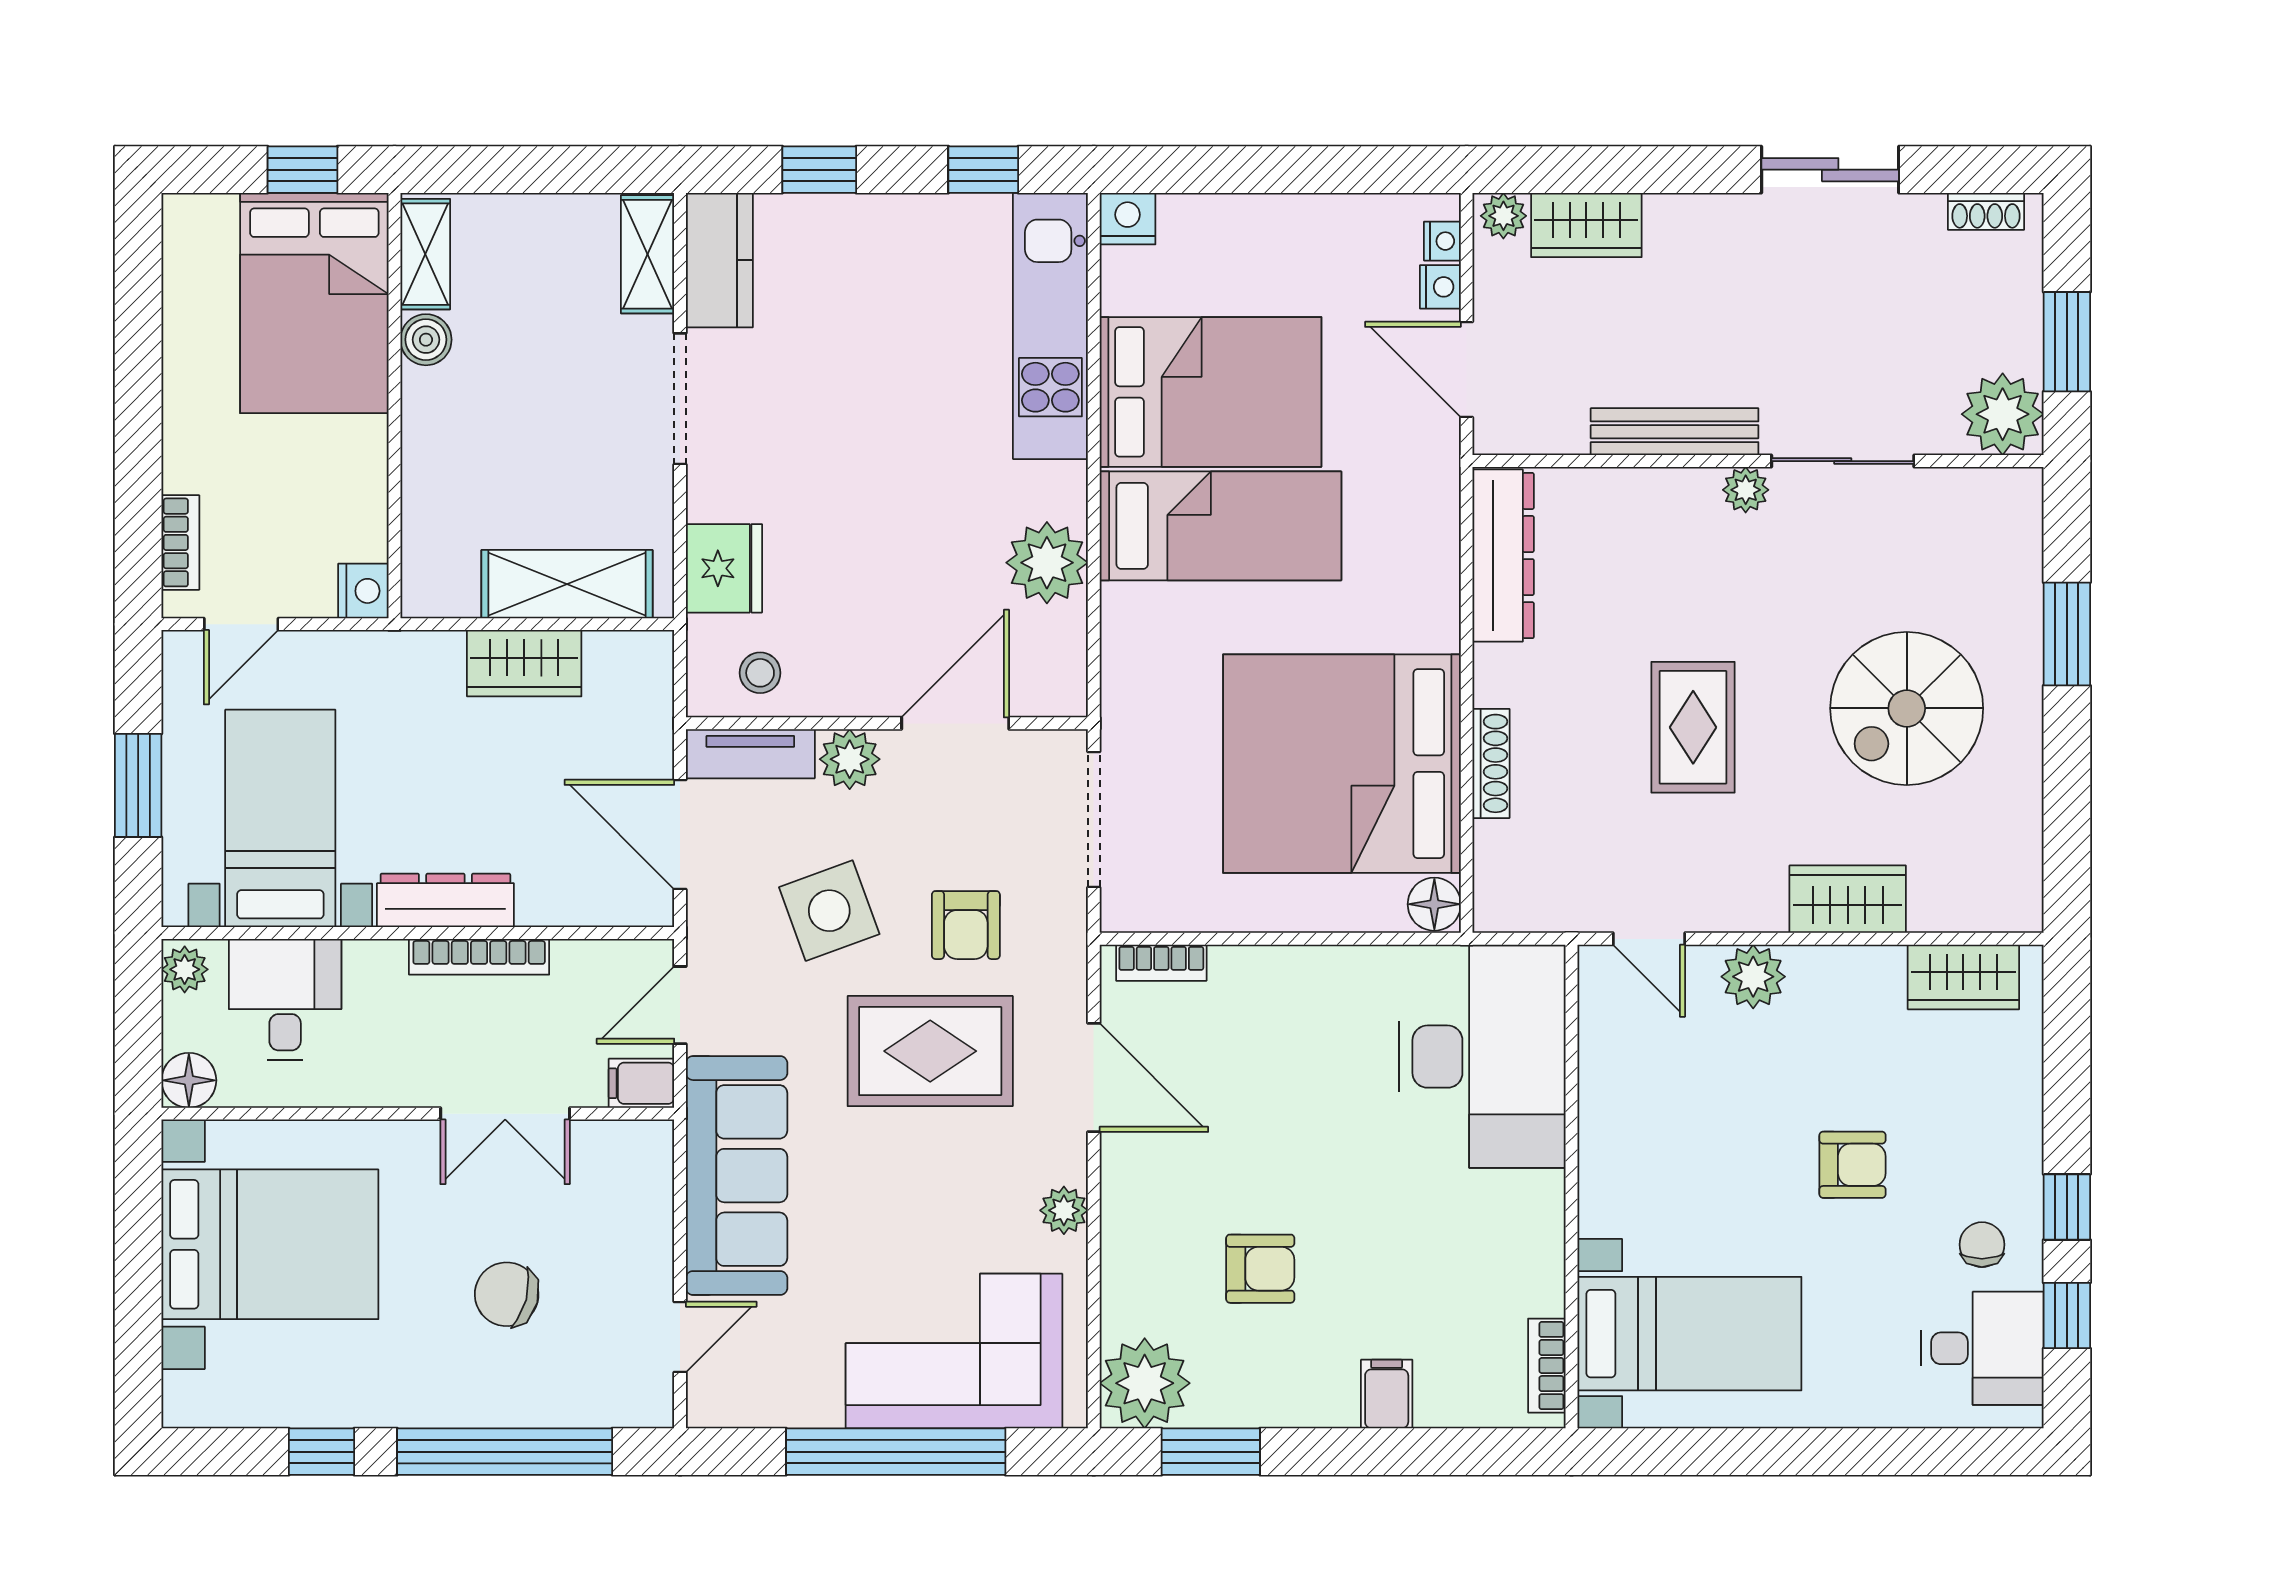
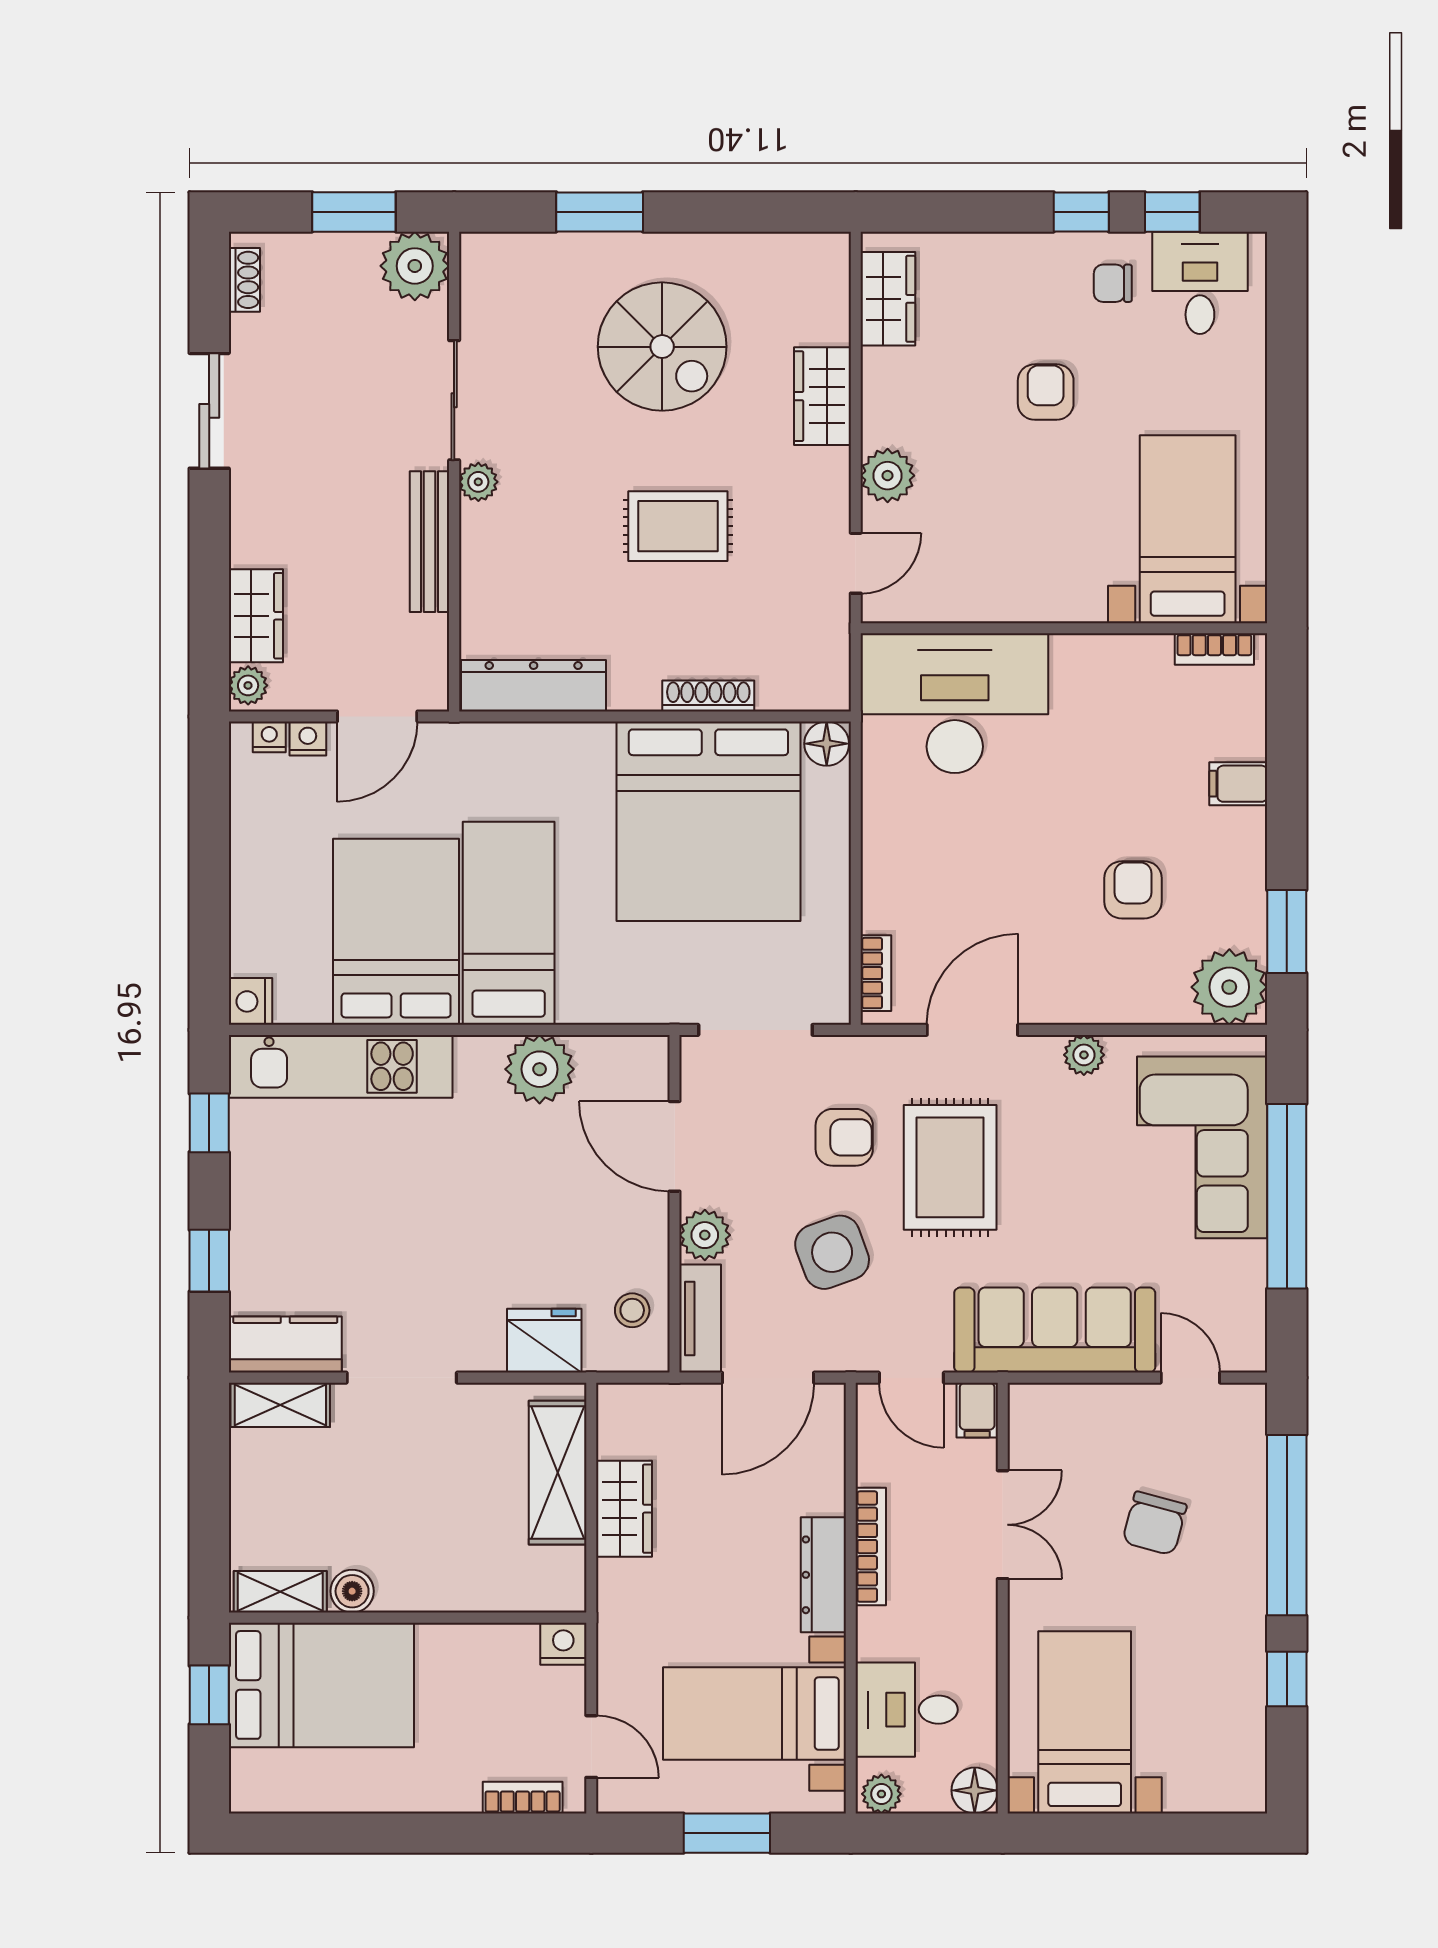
bed with nightstands: (270, 1244) -> (1085, 1722), width x0.73

